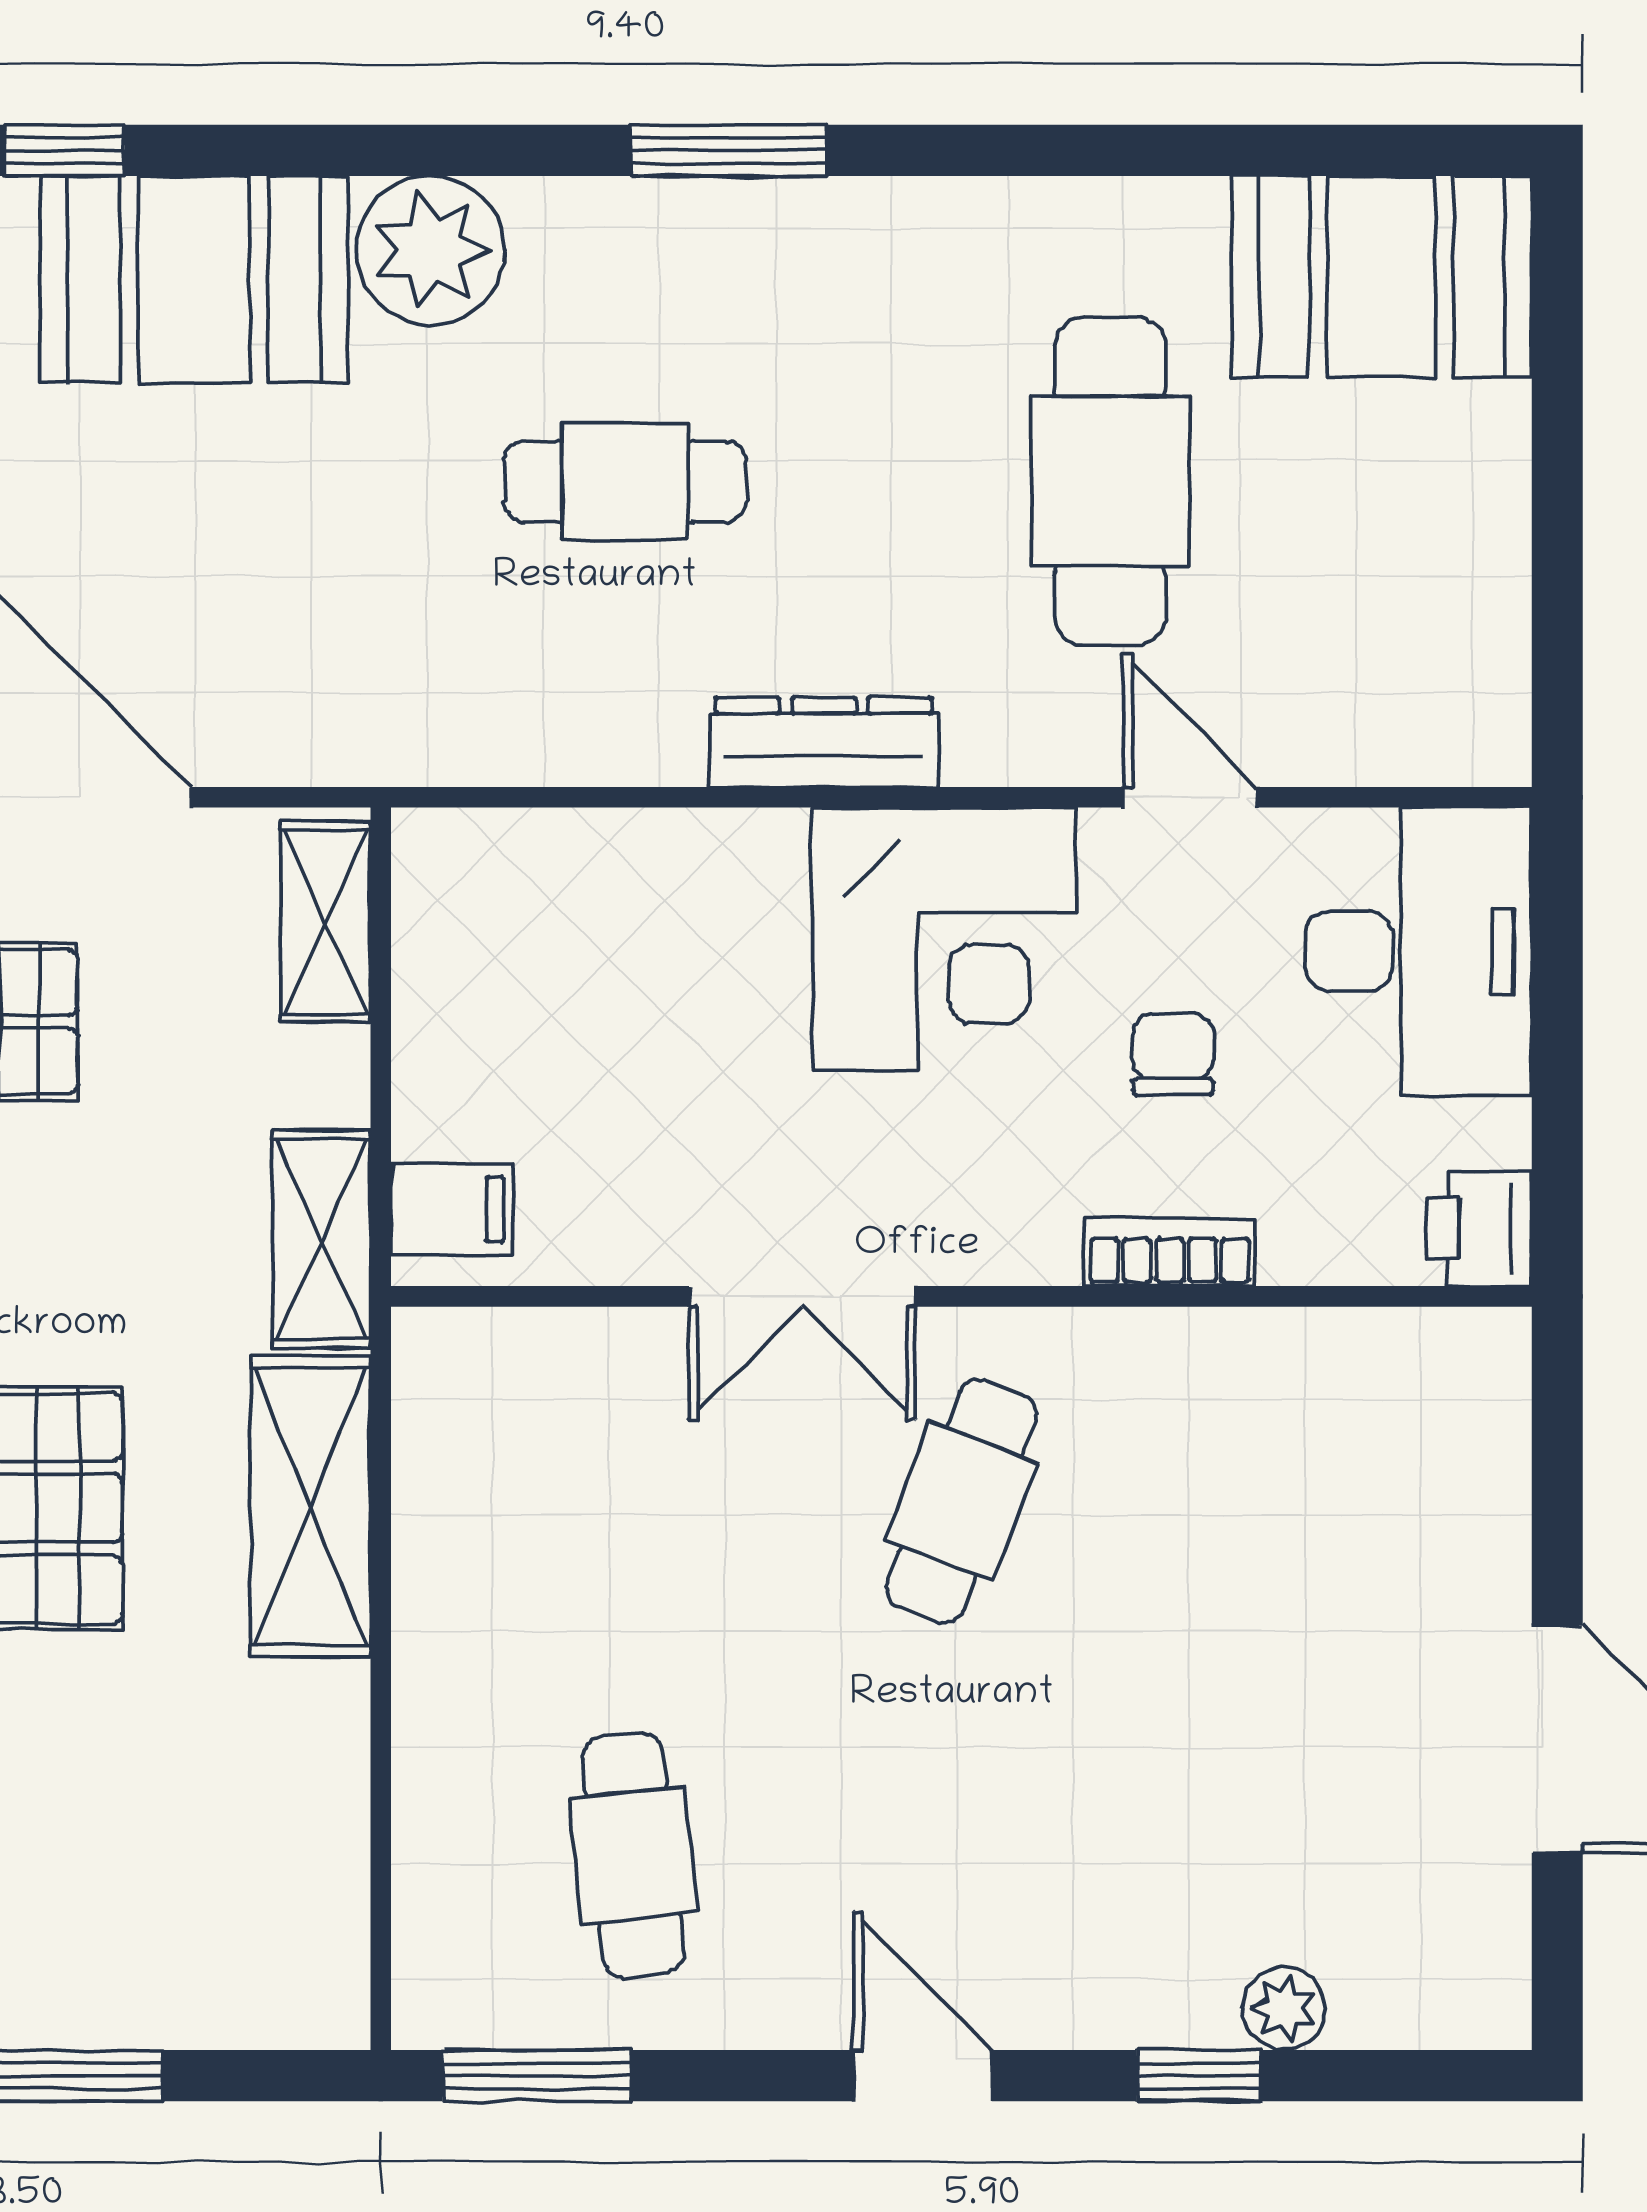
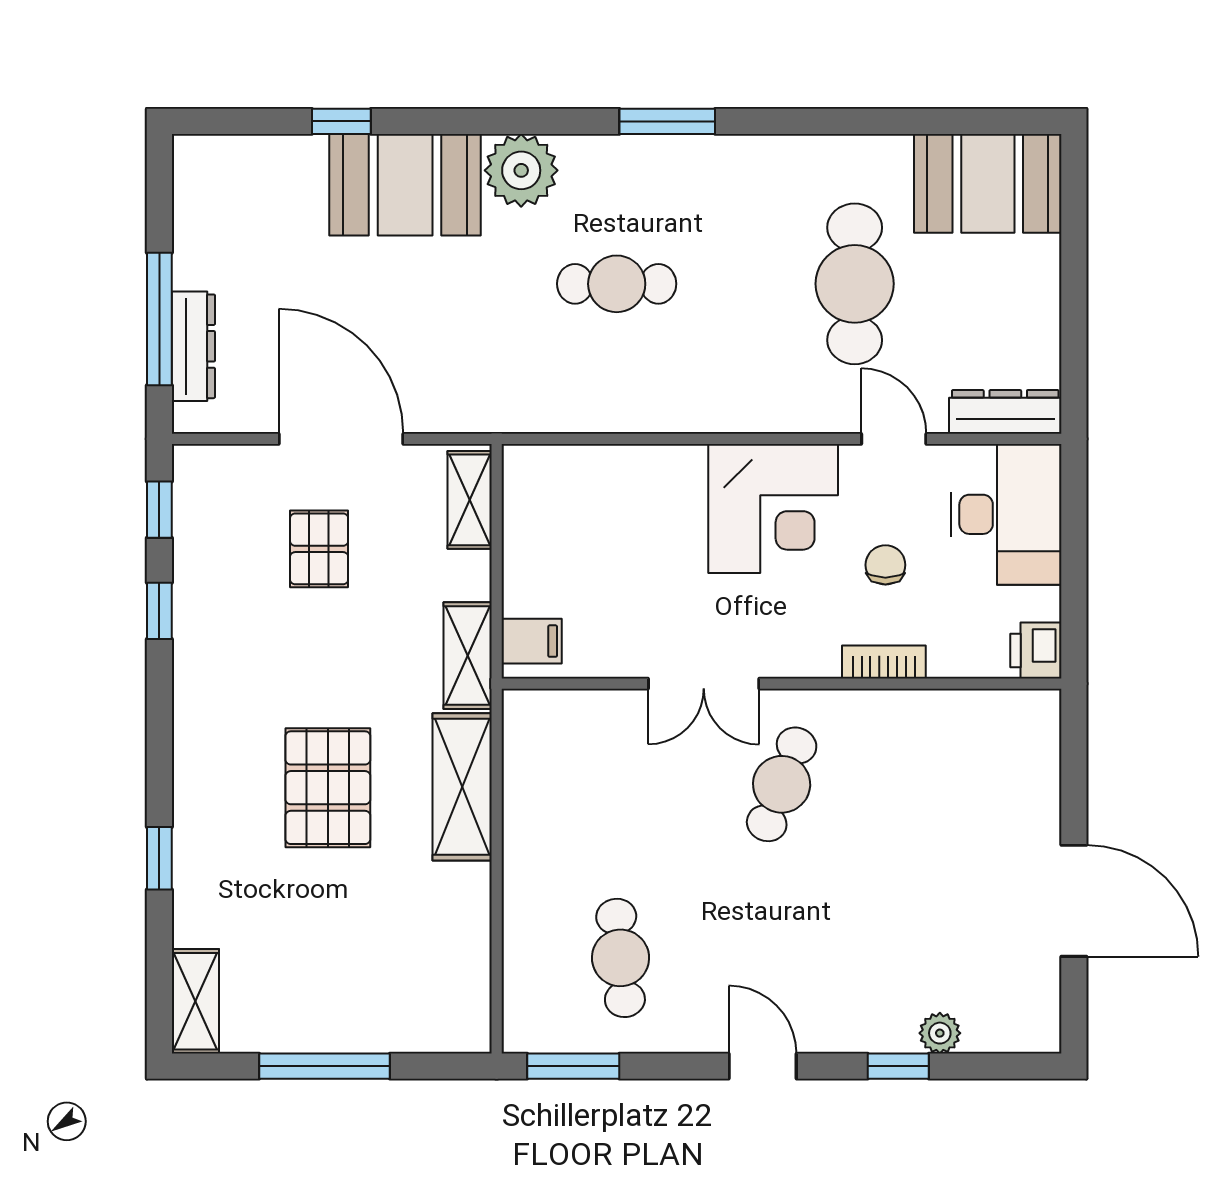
dresser: (824, 742) -> (1005, 412), moved

